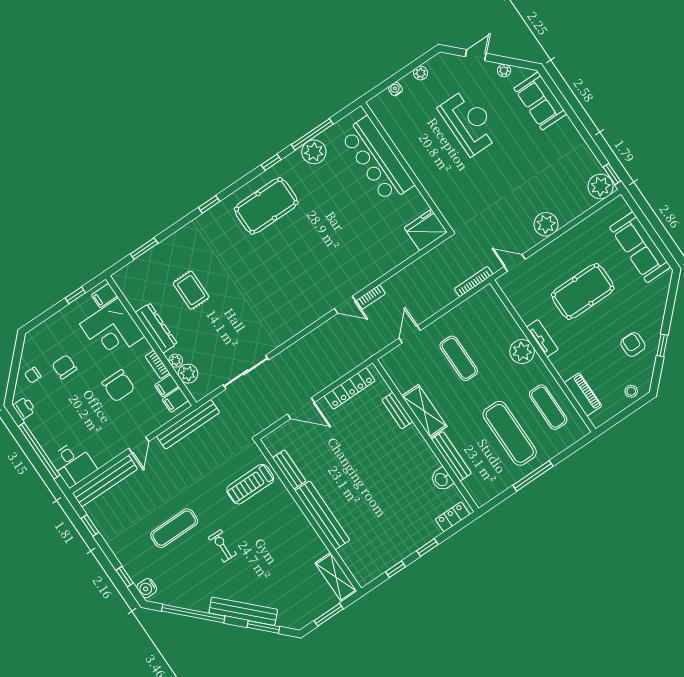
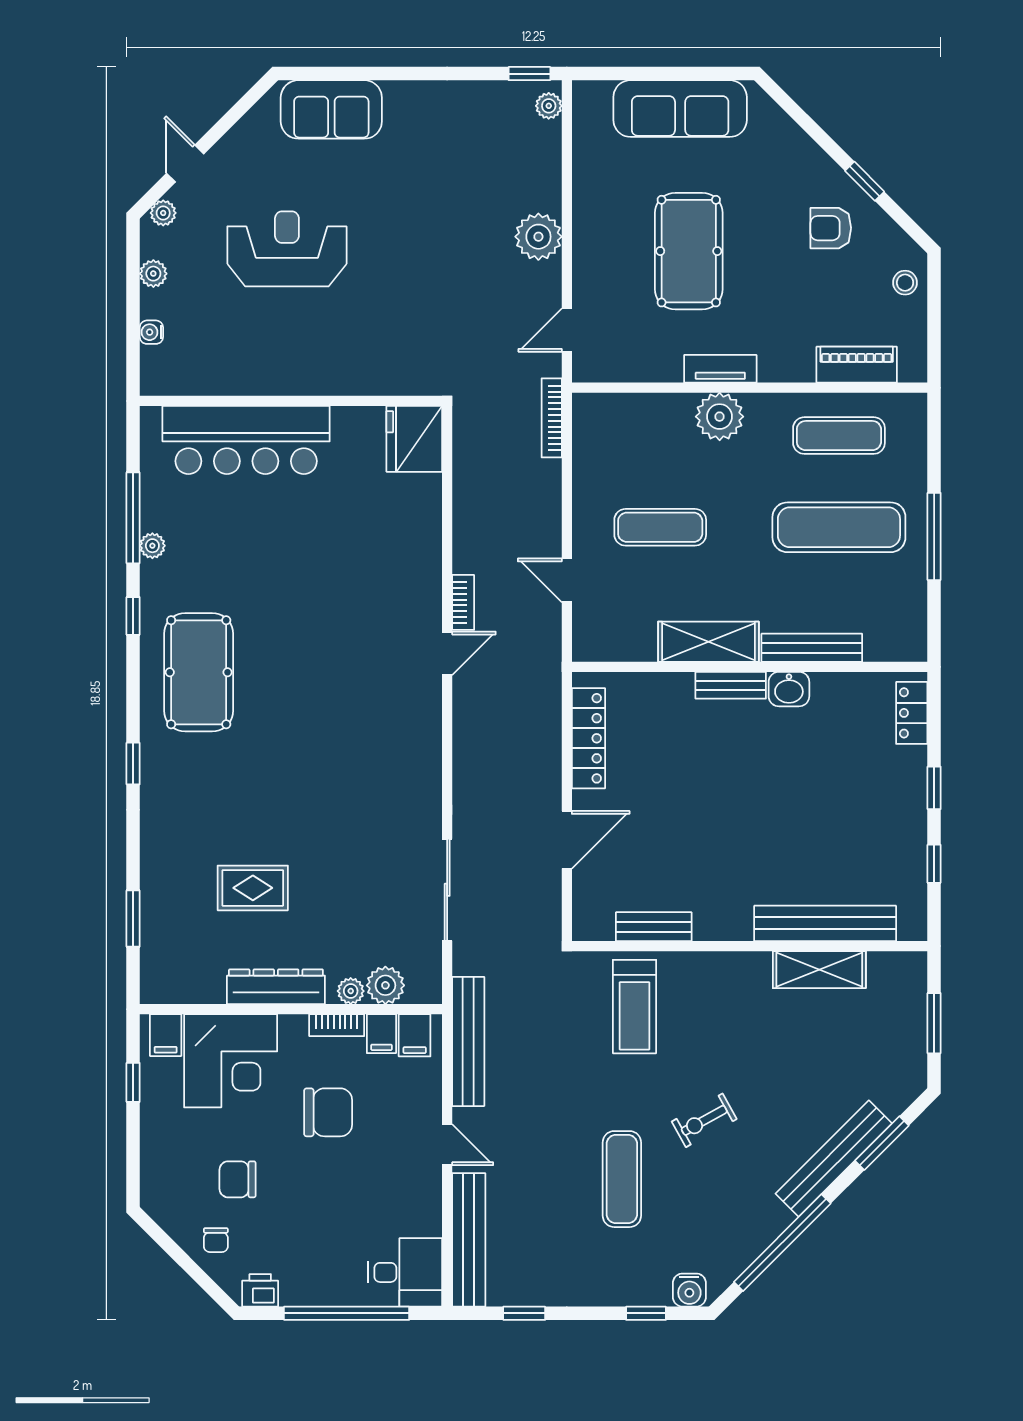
plant: (504, 71) -> (163, 213), moved
plant: (314, 152) -> (152, 546), width x0.53, depth x0.53
plant: (601, 186) -> (549, 106), width x0.53, depth x0.53
bench: (397, 411) -> (731, 685), moved
washbasin: (442, 479) -> (789, 689), moved
bench: (322, 515) -> (825, 923), moved
exercise bike: (222, 546) -> (704, 1120), turned -31
shelving: (336, 577) -> (819, 970), moved

